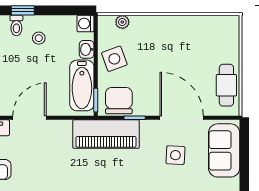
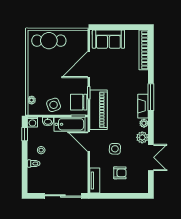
window: (23, 10) -> (25, 134), moved
cafe table: (226, 85) -> (49, 41), moved, width x1.37, depth x1.35
door: (29, 118) -> (89, 142), moved
side table: (175, 155) -> (115, 149), moved

